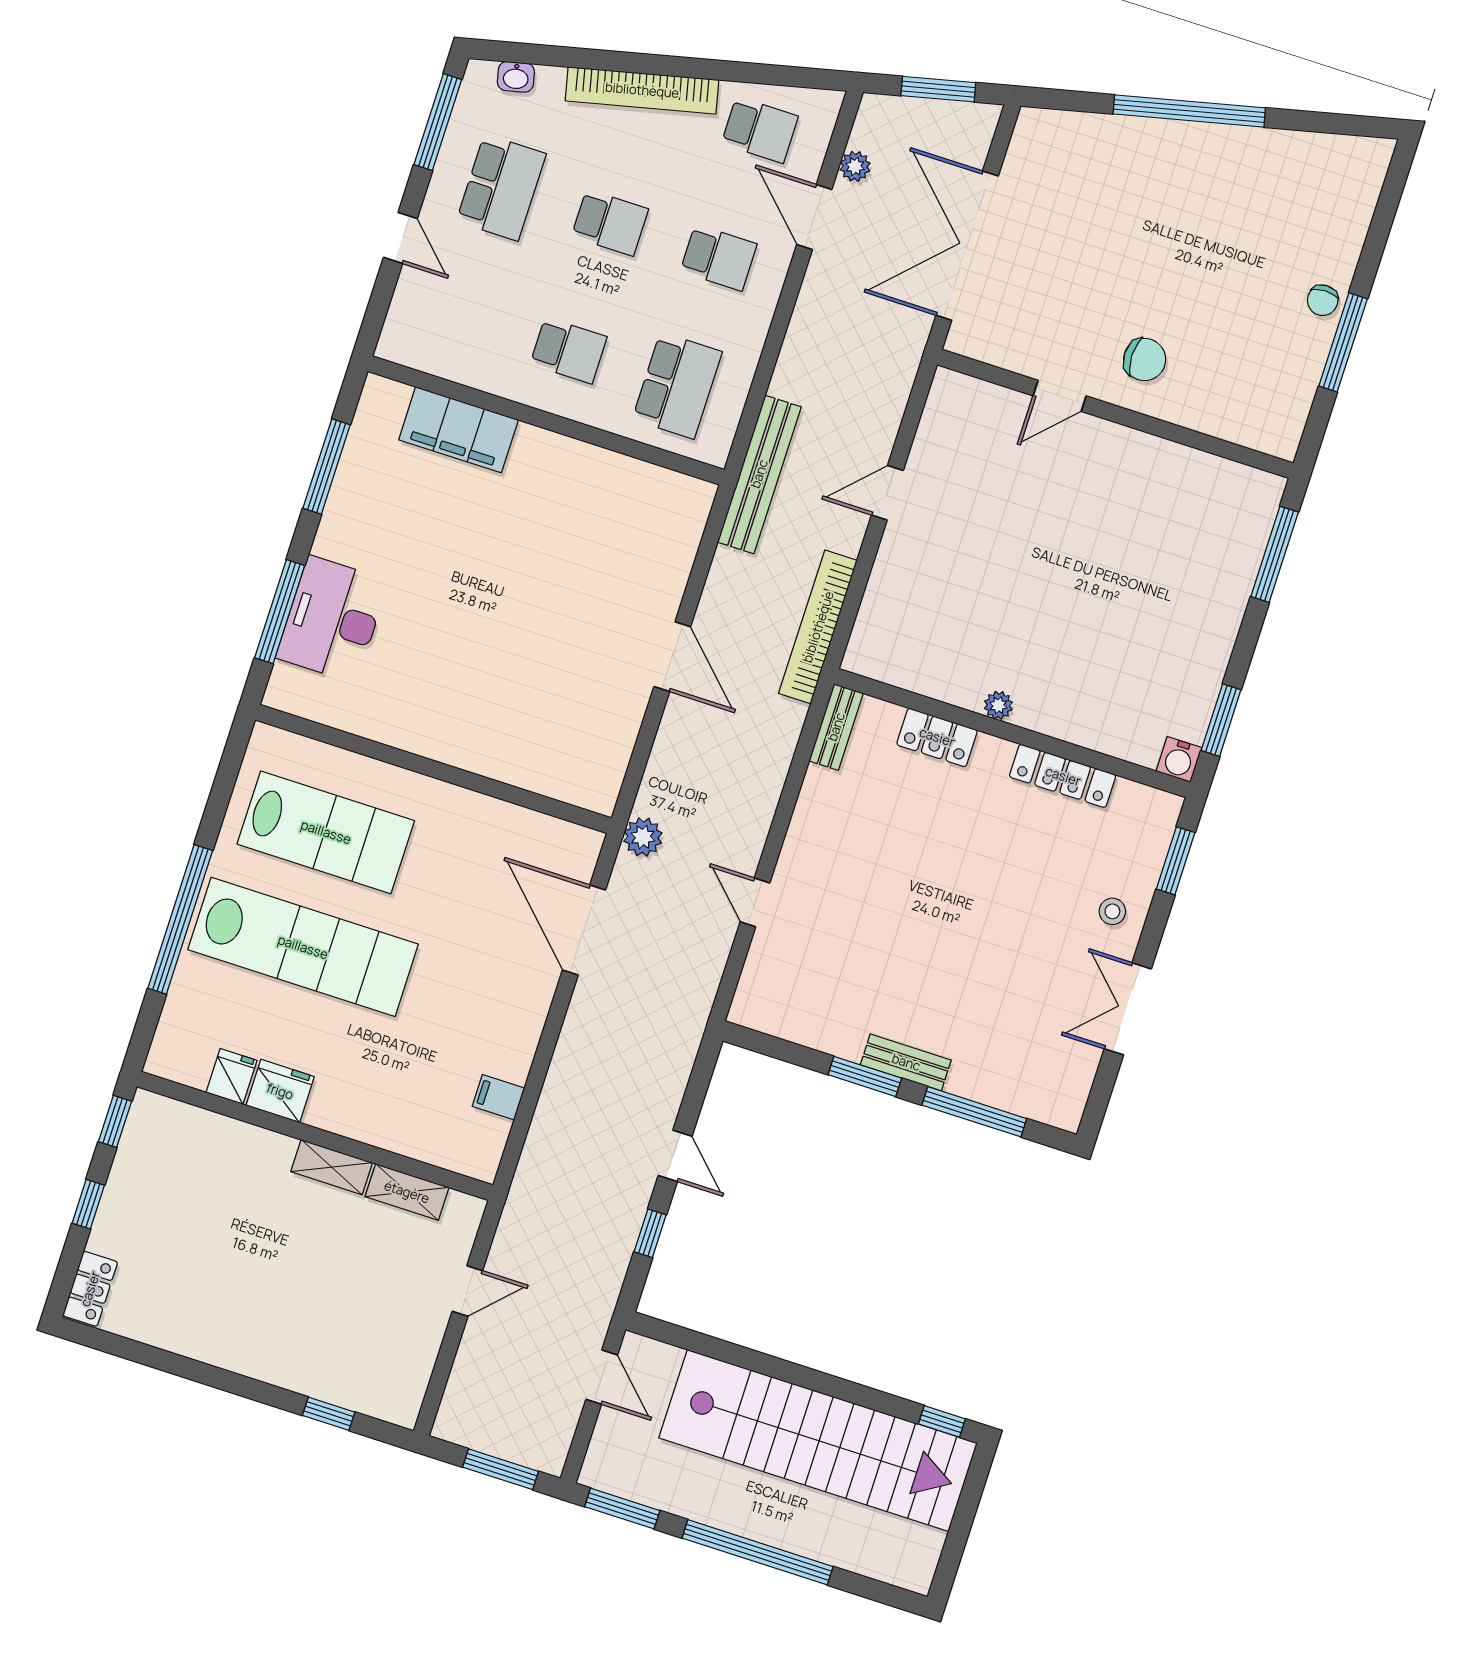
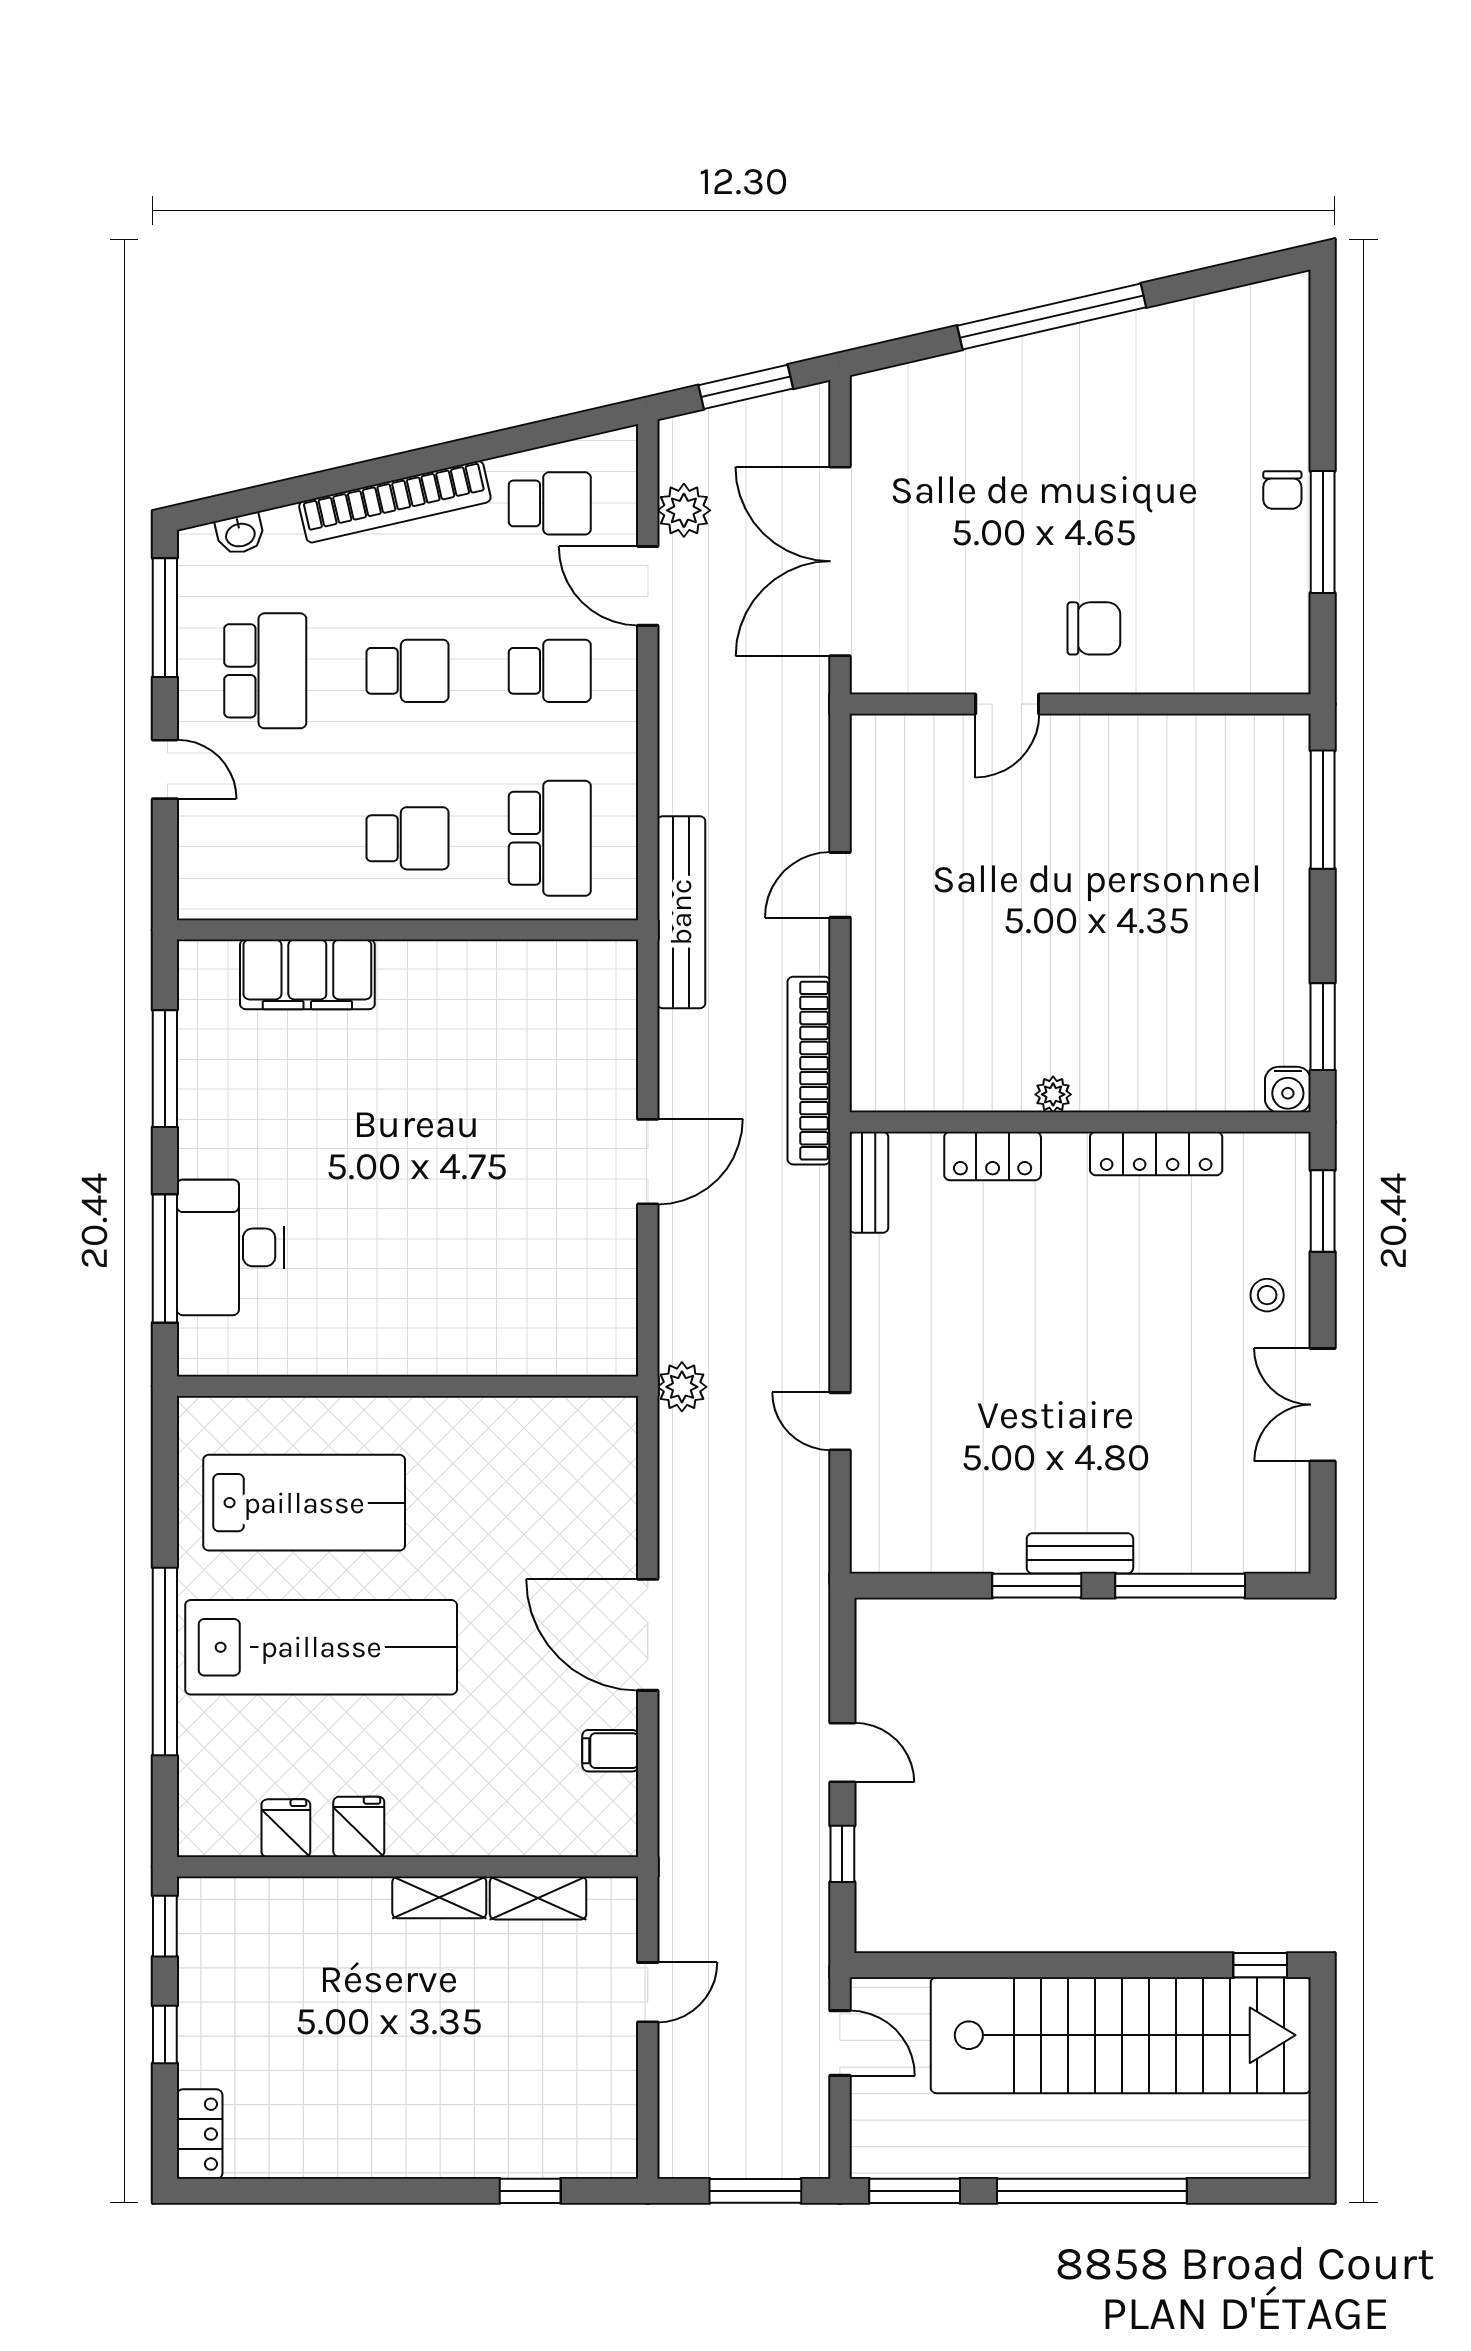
plant: (855, 166) -> (684, 510), width x1.38, depth x1.38
door: (672, 657) -> (648, 1162), hinge flipped
door: (584, 930) -> (648, 1635), moved
fridge: (280, 1091) -> (359, 1827), width x0.72

